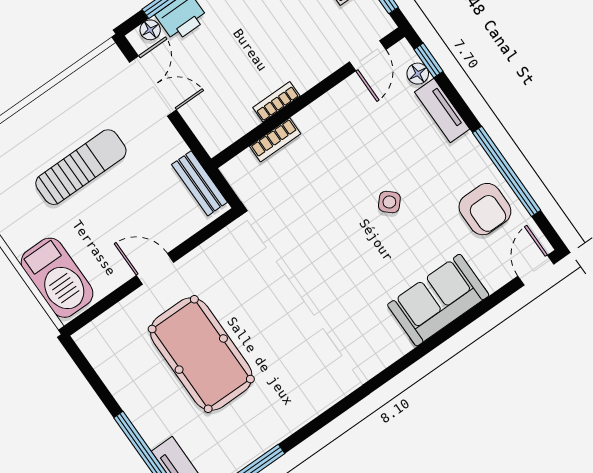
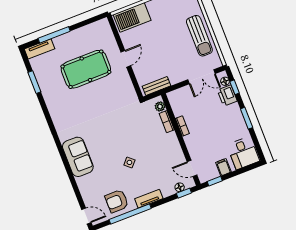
tv unit: (442, 111) -> (149, 199), moved
plant: (244, 164) -> (160, 106), added
sun lounger: (81, 167) -> (199, 36), moved
sofa: (438, 300) -> (78, 157), moved

